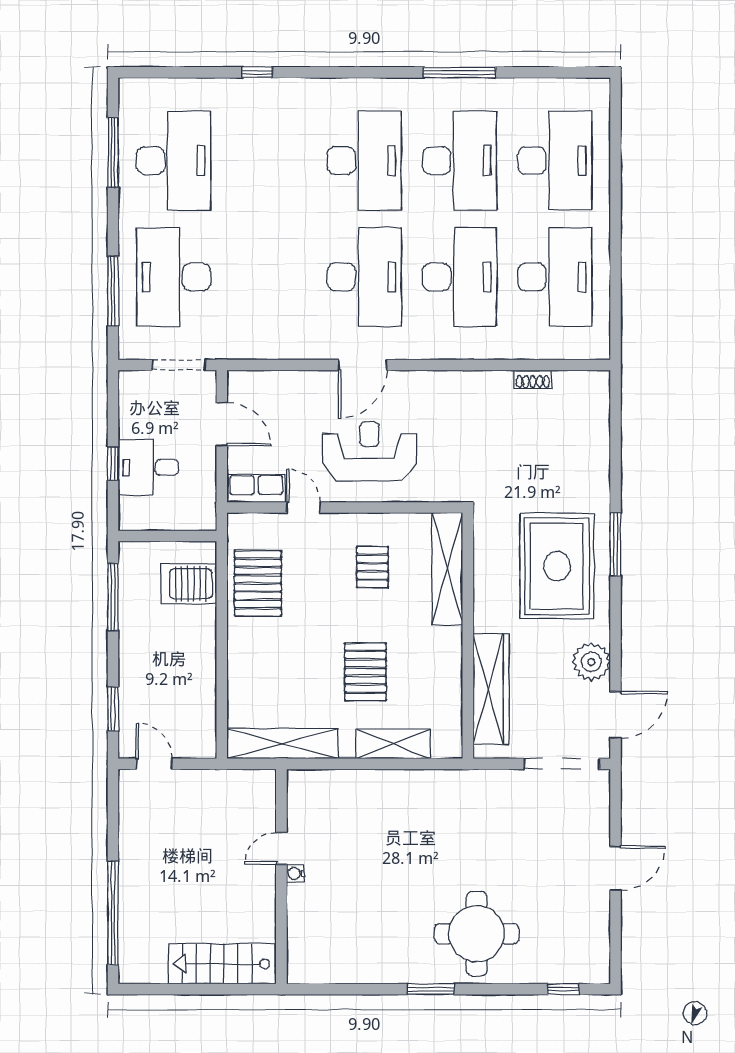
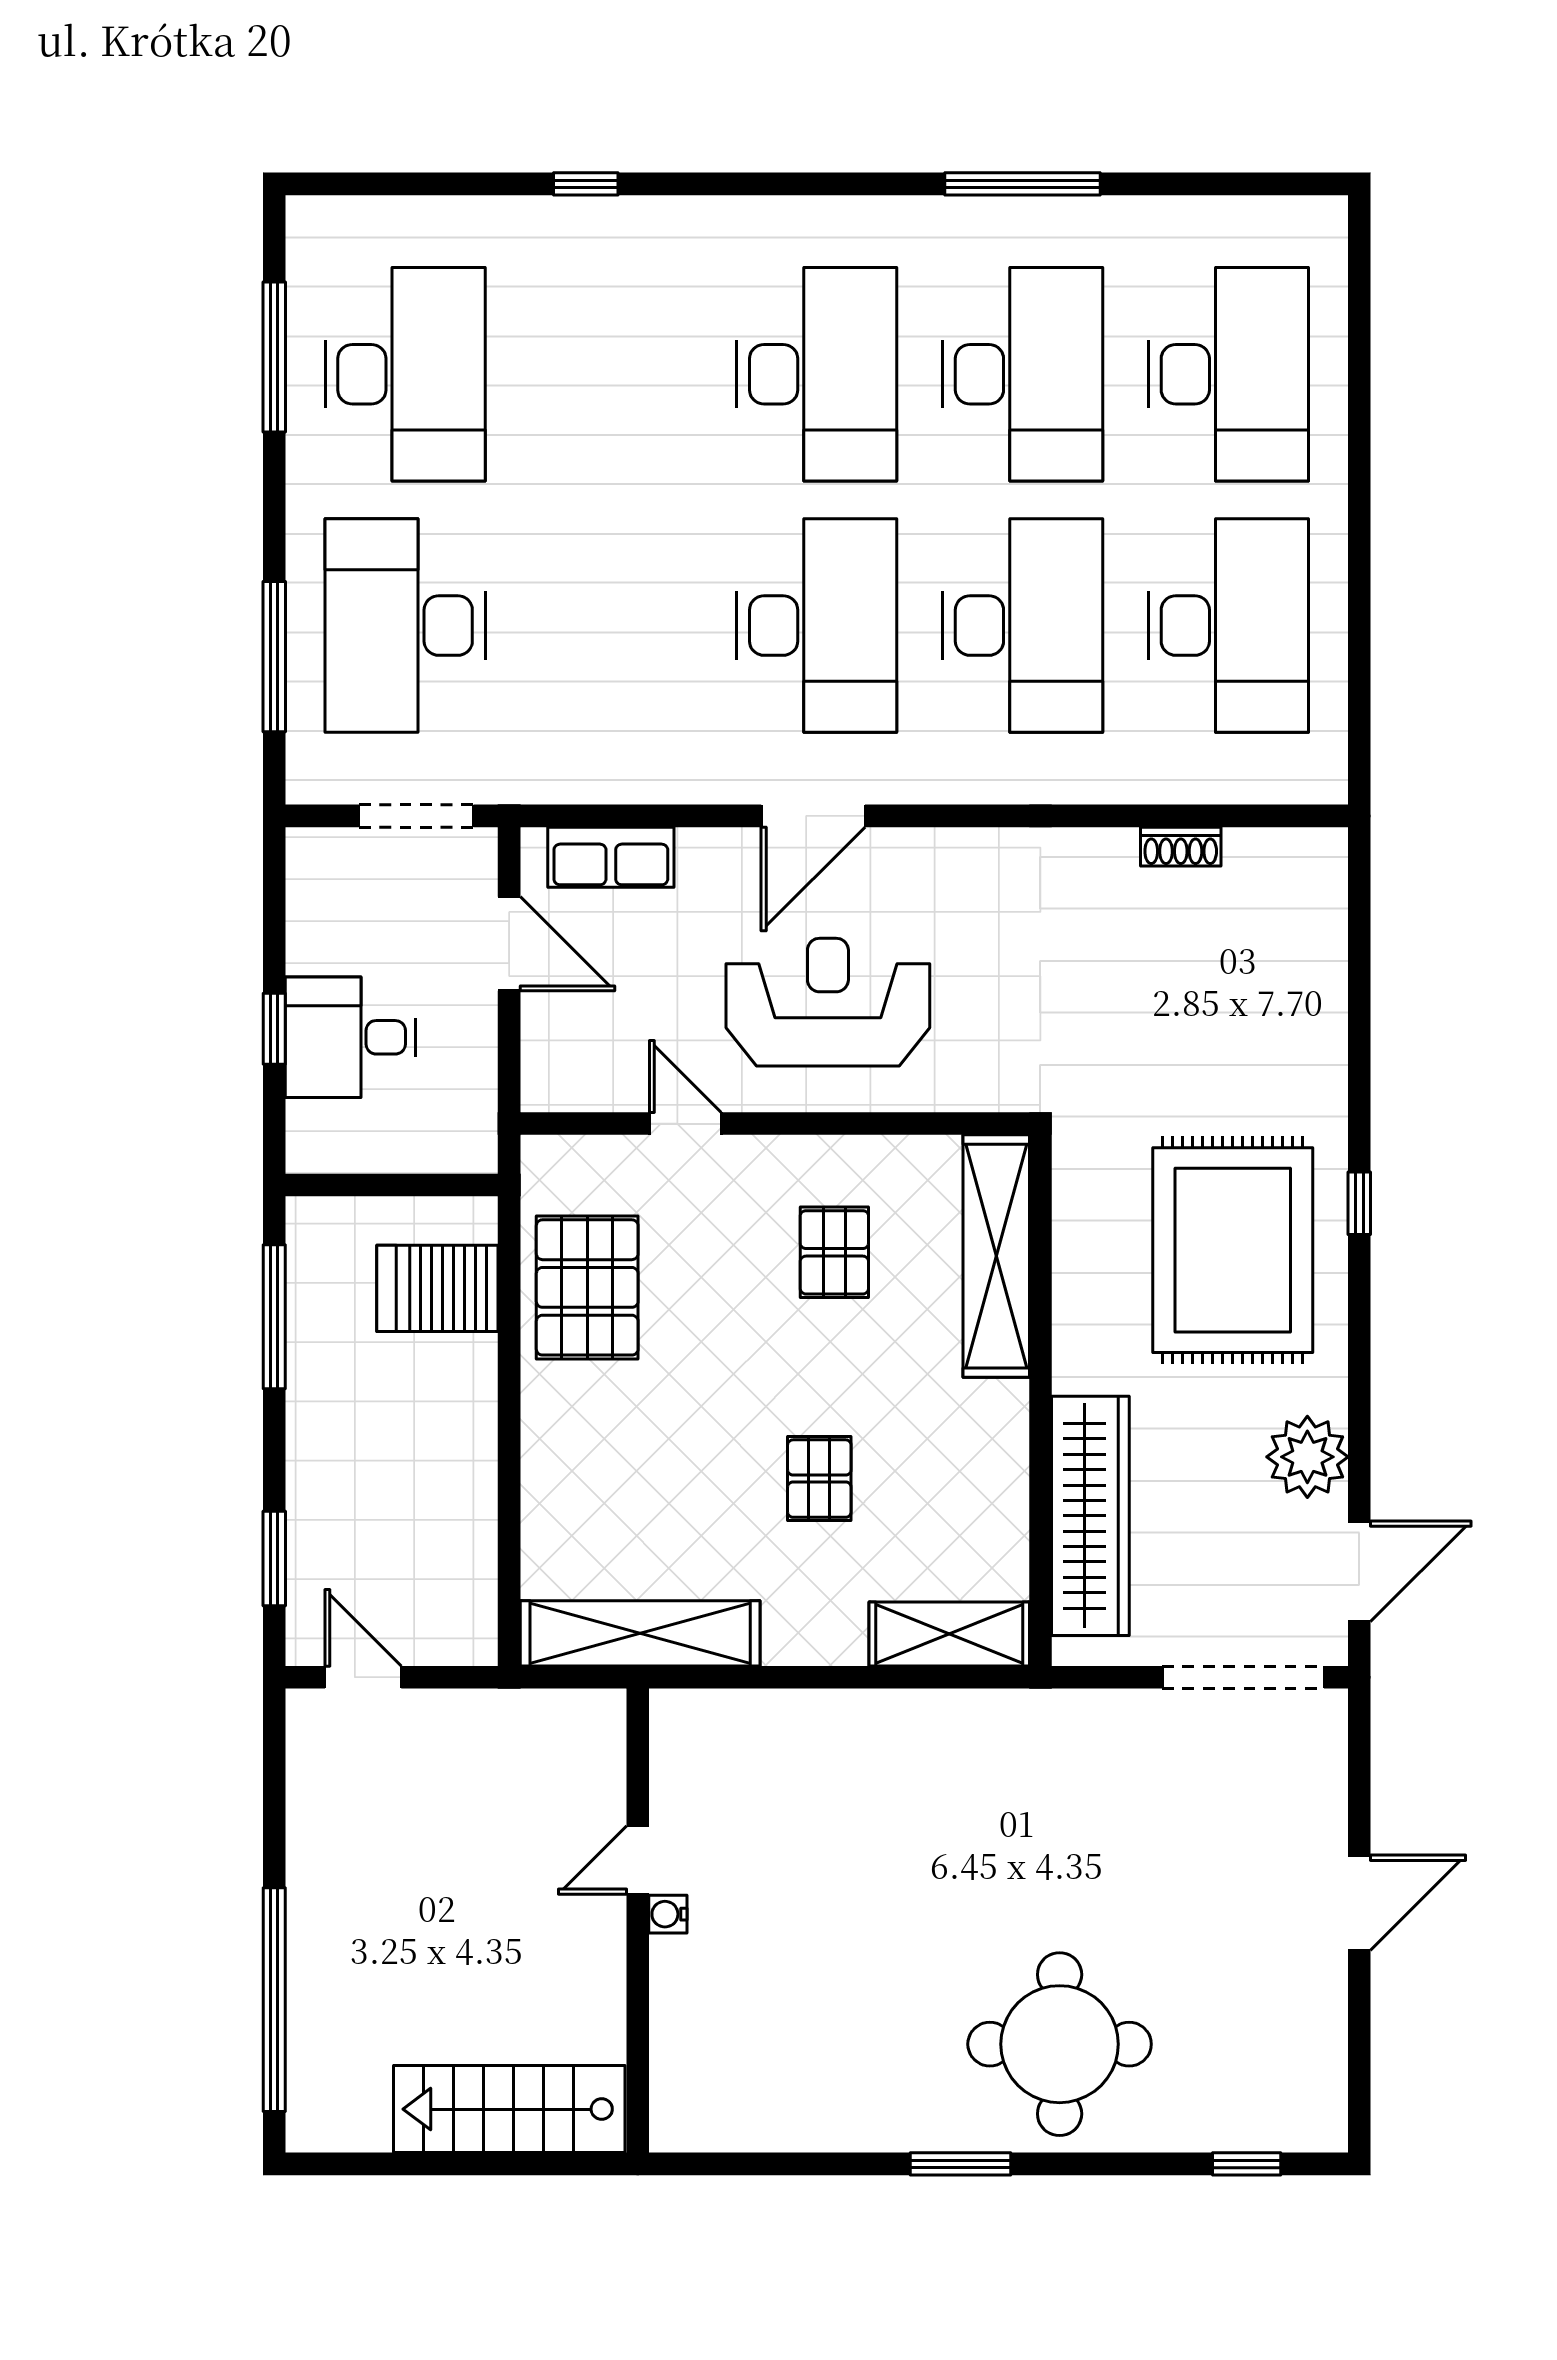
row of seats: (256, 488) -> (611, 857), moved, turned 180
window: (615, 544) -> (1359, 1203), width x0.46
pallet: (365, 672) -> (819, 1479), width x0.67, depth x0.71
shelving: (393, 744) -> (949, 1634), moved

